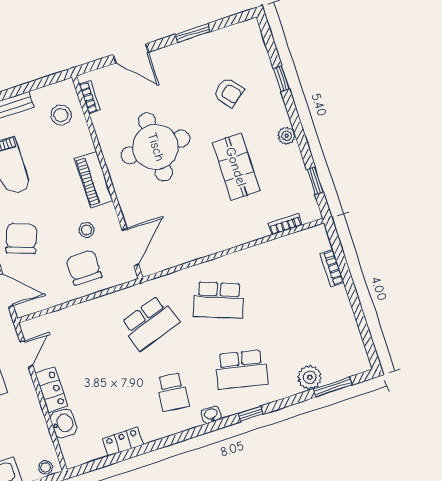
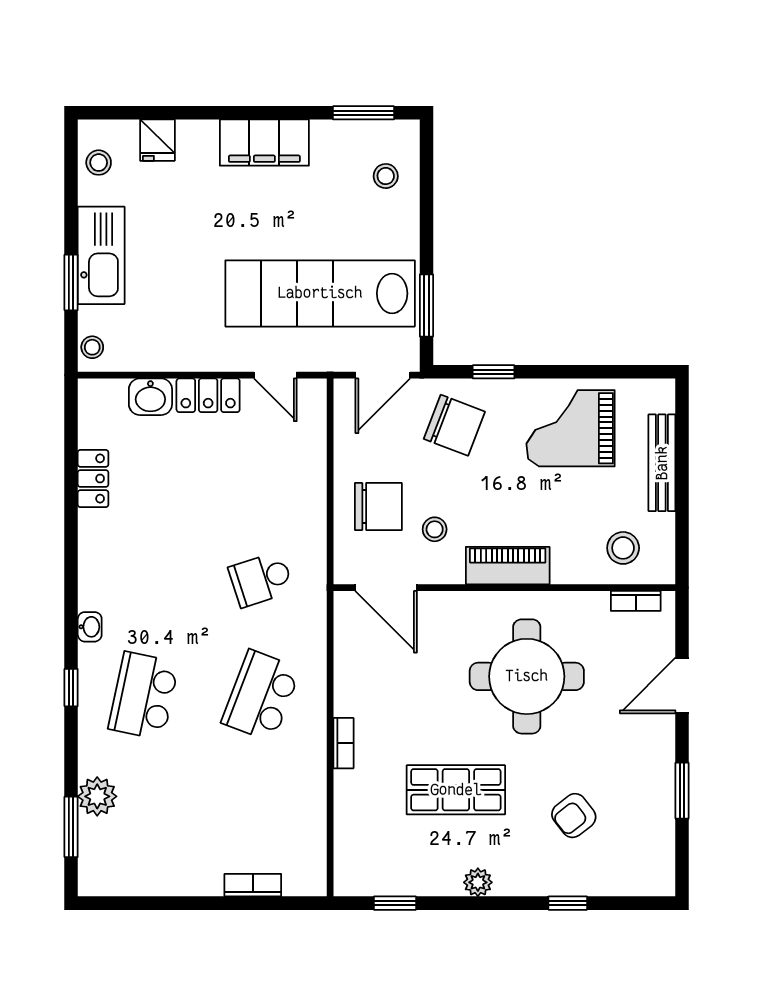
bookcase: (285, 224) -> (344, 743), moved
school desk: (150, 323) -> (261, 579), width x0.54
school desk: (173, 392) -> (144, 579), removed

